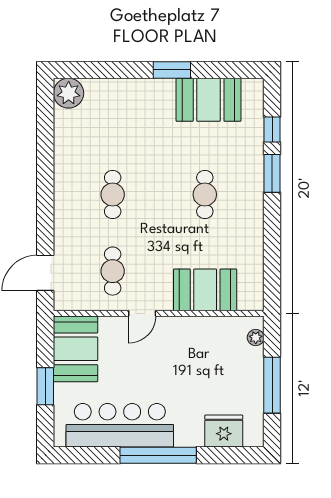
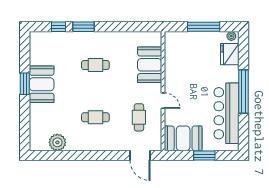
plant: (69, 93) -> (57, 142), moved
booth: (209, 100) -> (42, 84), moved
cafe table: (113, 271) -> (139, 117), turned 90
plant: (256, 338) -> (231, 36), moved

